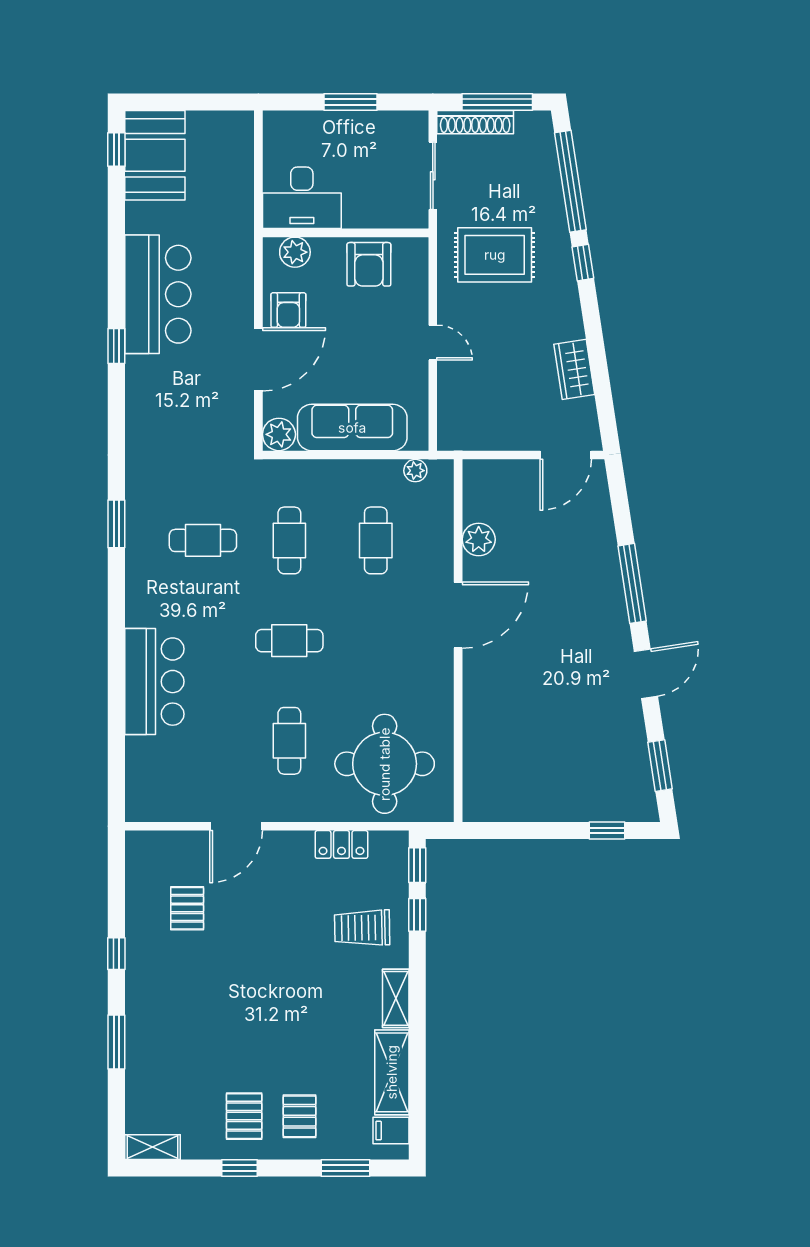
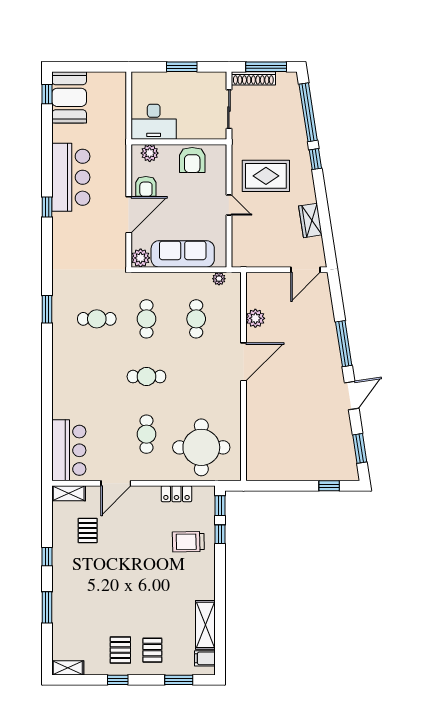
rug: (495, 255) -> (266, 176), moved
bar counter: (154, 682) -> (69, 450), moved
shelving: (396, 998) -> (69, 493), moved, turned 90

